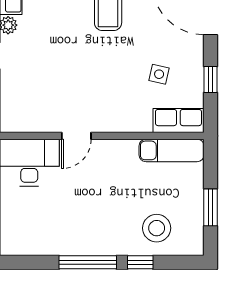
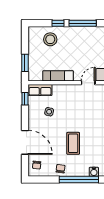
window: (210, 79) -> (25, 99), moved
exam couch: (172, 150) -> (58, 76), moved
window: (210, 207) -> (25, 63), moved

